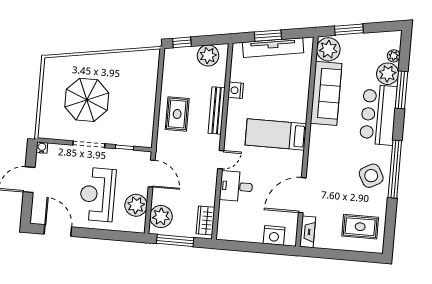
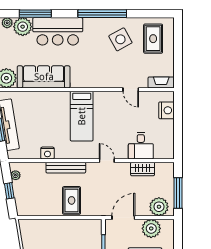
window: (182, 42) -> (9, 191), moved
plant: (208, 56) -> (15, 175), width x0.53, depth x0.53
rug: (177, 114) -> (72, 200), turned 90
side table: (371, 176) -> (120, 39), moved
desk: (236, 186) -> (141, 146), moved
door: (302, 195) -> (131, 90), width x0.53
wardrobe: (206, 221) -> (143, 169), moved

